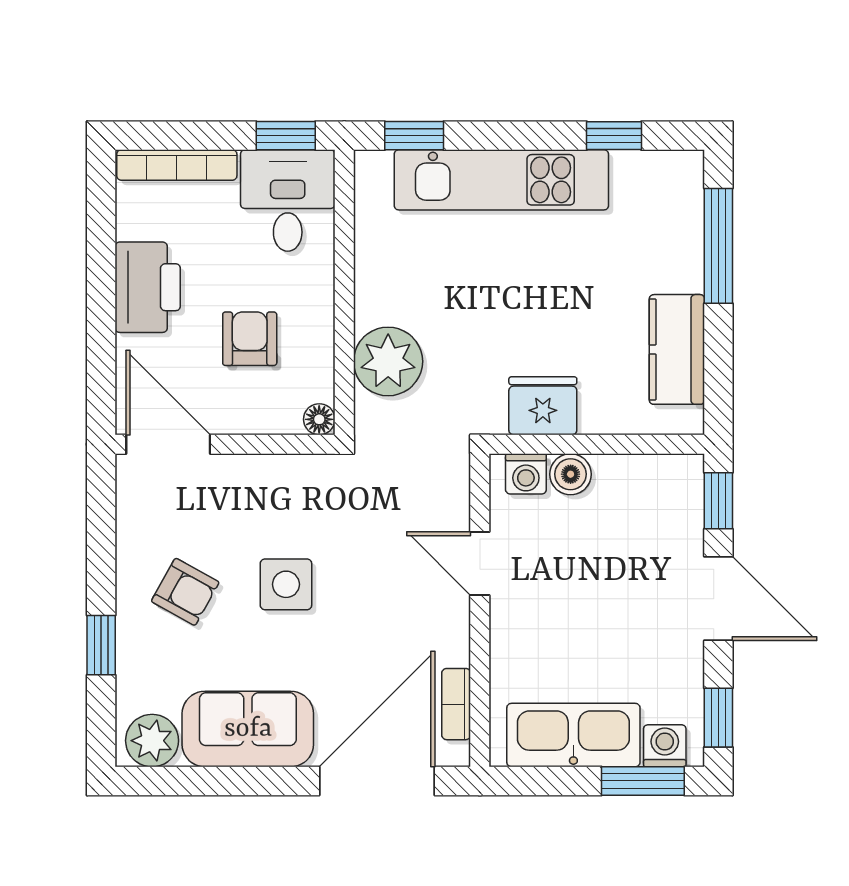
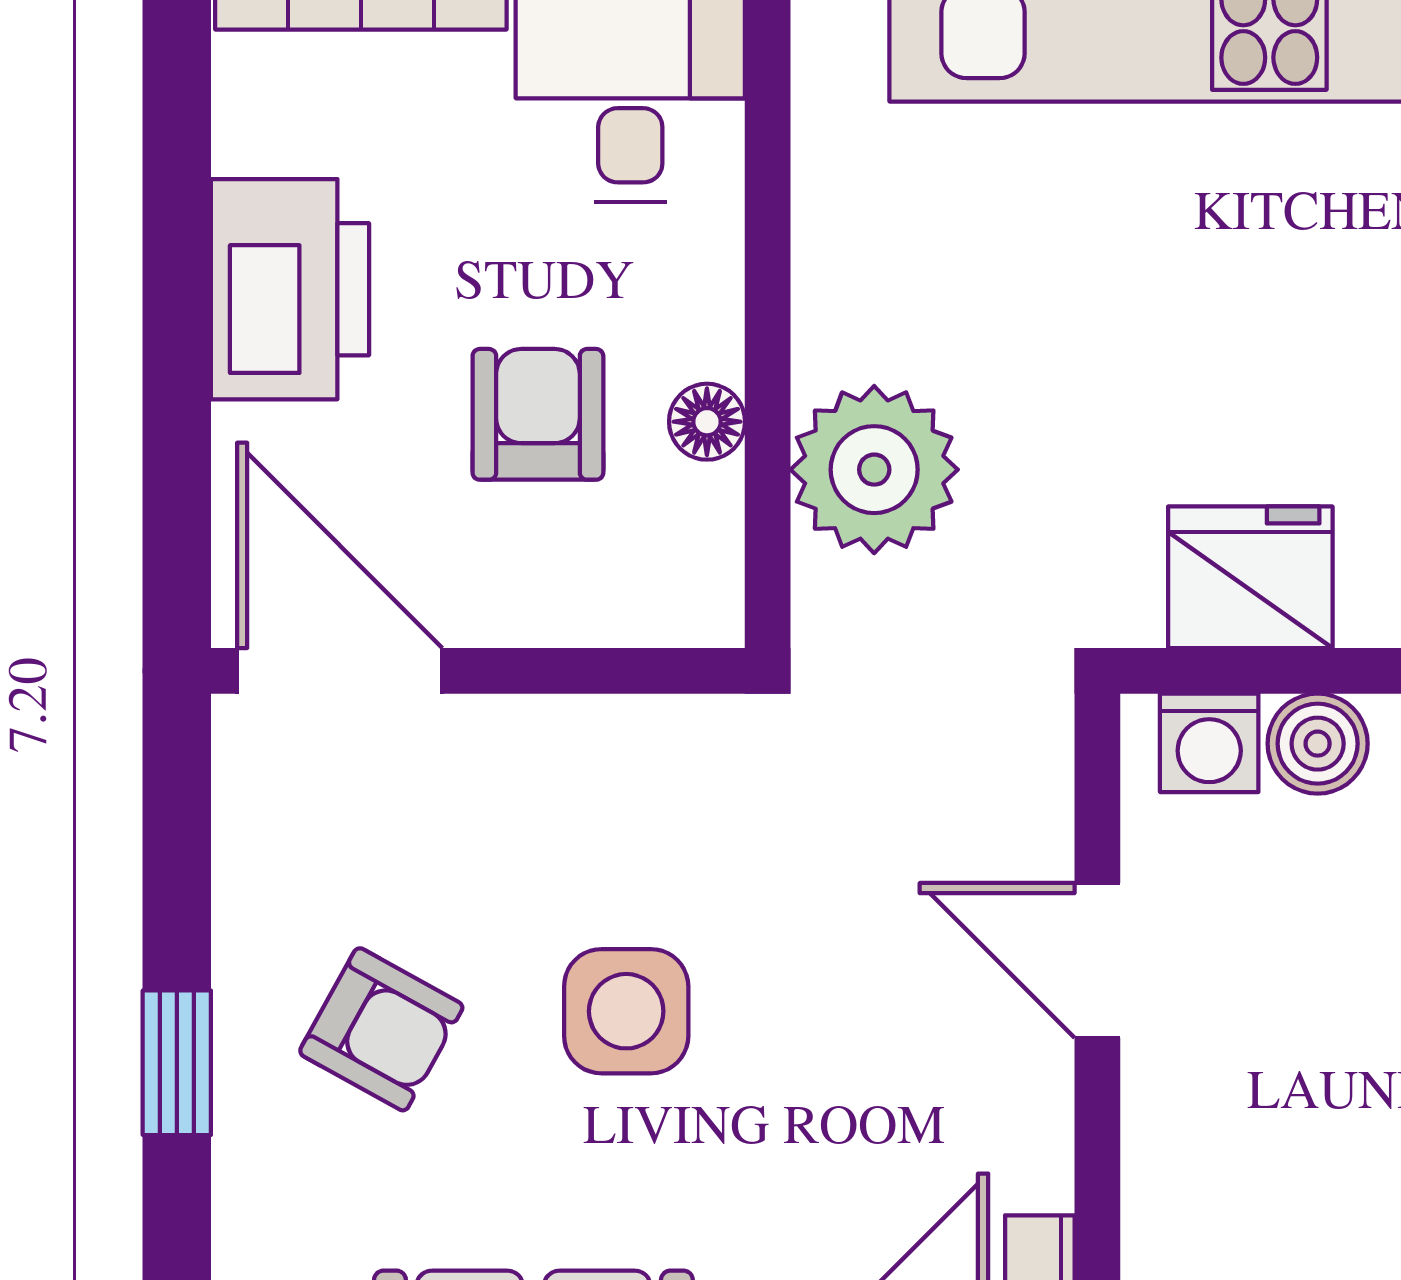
floor lamp: (319, 419) -> (707, 422), moved
window: (101, 645) -> (177, 1063), moved

